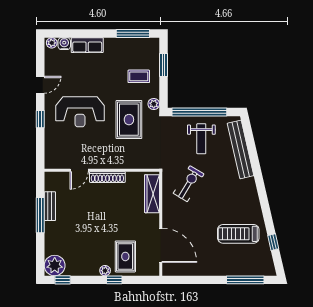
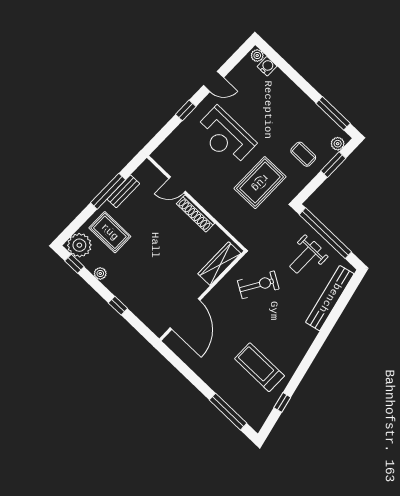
row of seats: (87, 45) -> (285, 86), removed
plant: (154, 104) -> (338, 144), moved
rug: (125, 256) -> (110, 232), moved, turned 90
plant: (105, 271) -> (100, 273), moved

